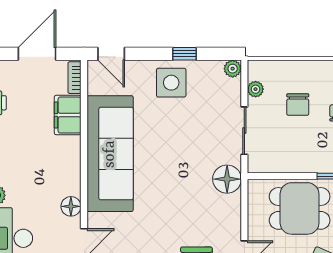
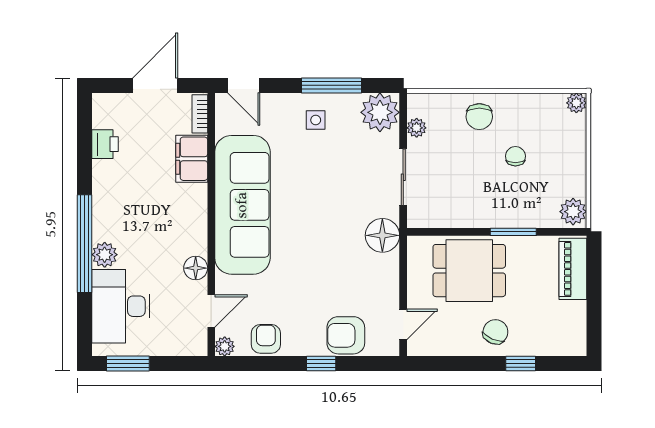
window: (185, 54) -> (332, 85), width x2.17
plant: (233, 69) -> (380, 112), width x1.87, depth x1.87
side table: (171, 83) -> (316, 120), width x0.54, depth x0.54
chair: (298, 105) -> (479, 117), moved

